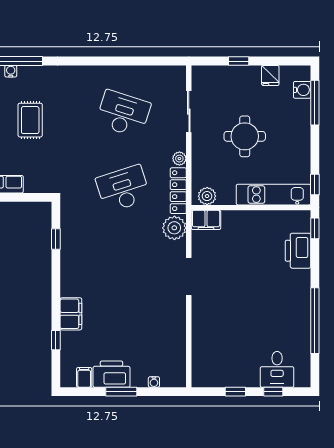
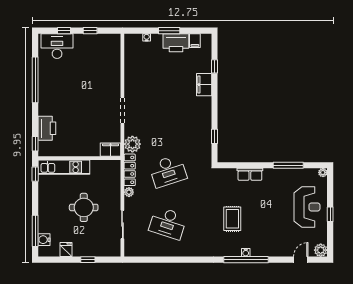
plant: (207, 196) -> (110, 166), removed
desk: (277, 369) -> (57, 46), width x1.37

